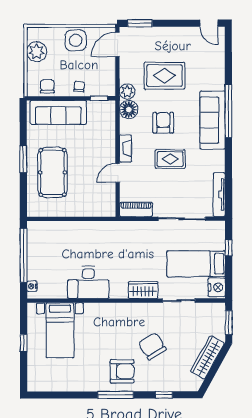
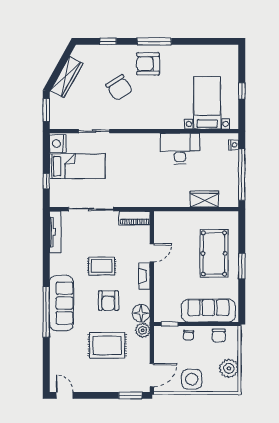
wardrobe: (143, 290) -> (204, 199), moved, turned 180

